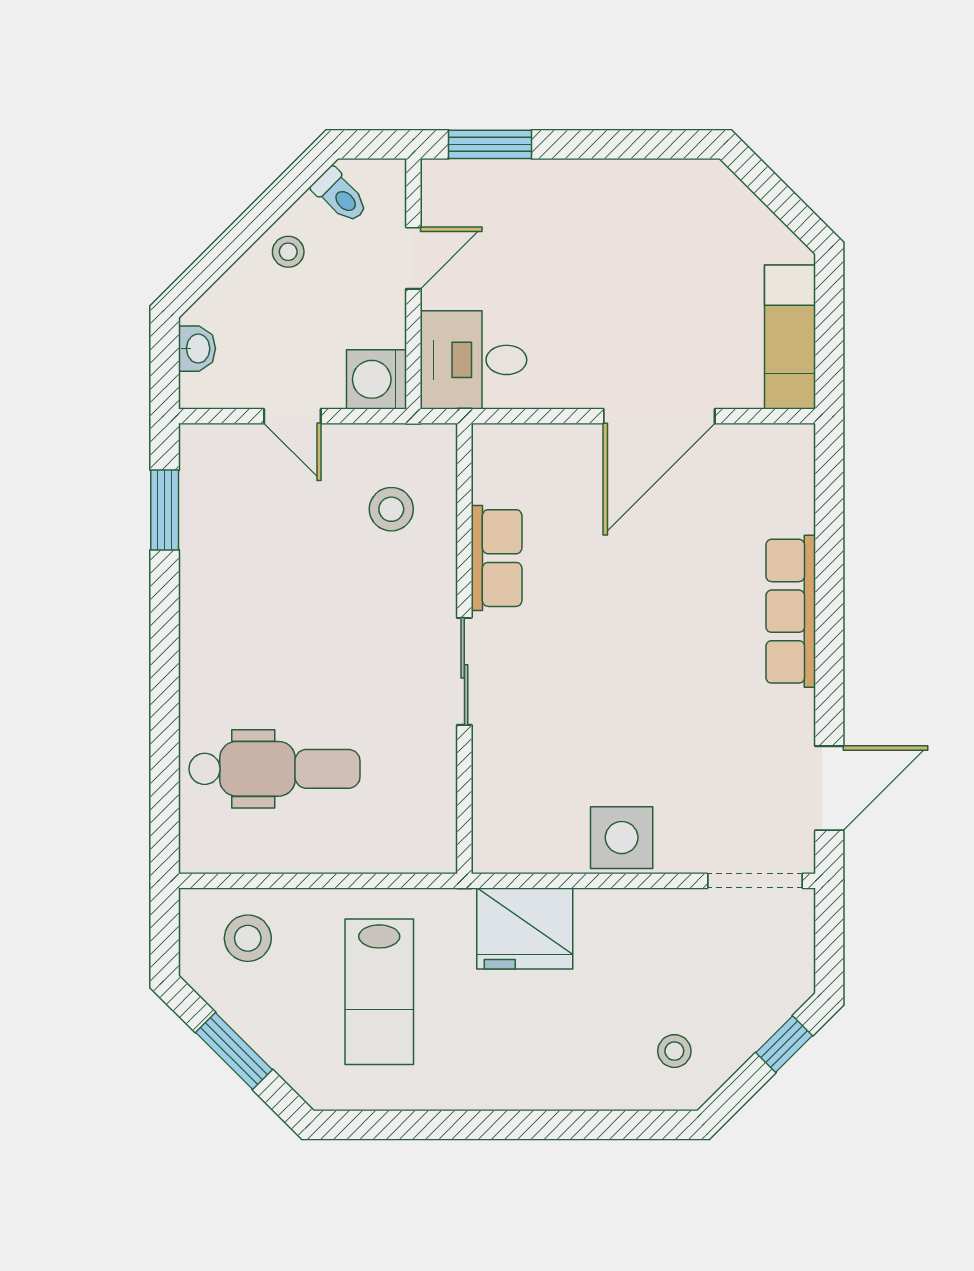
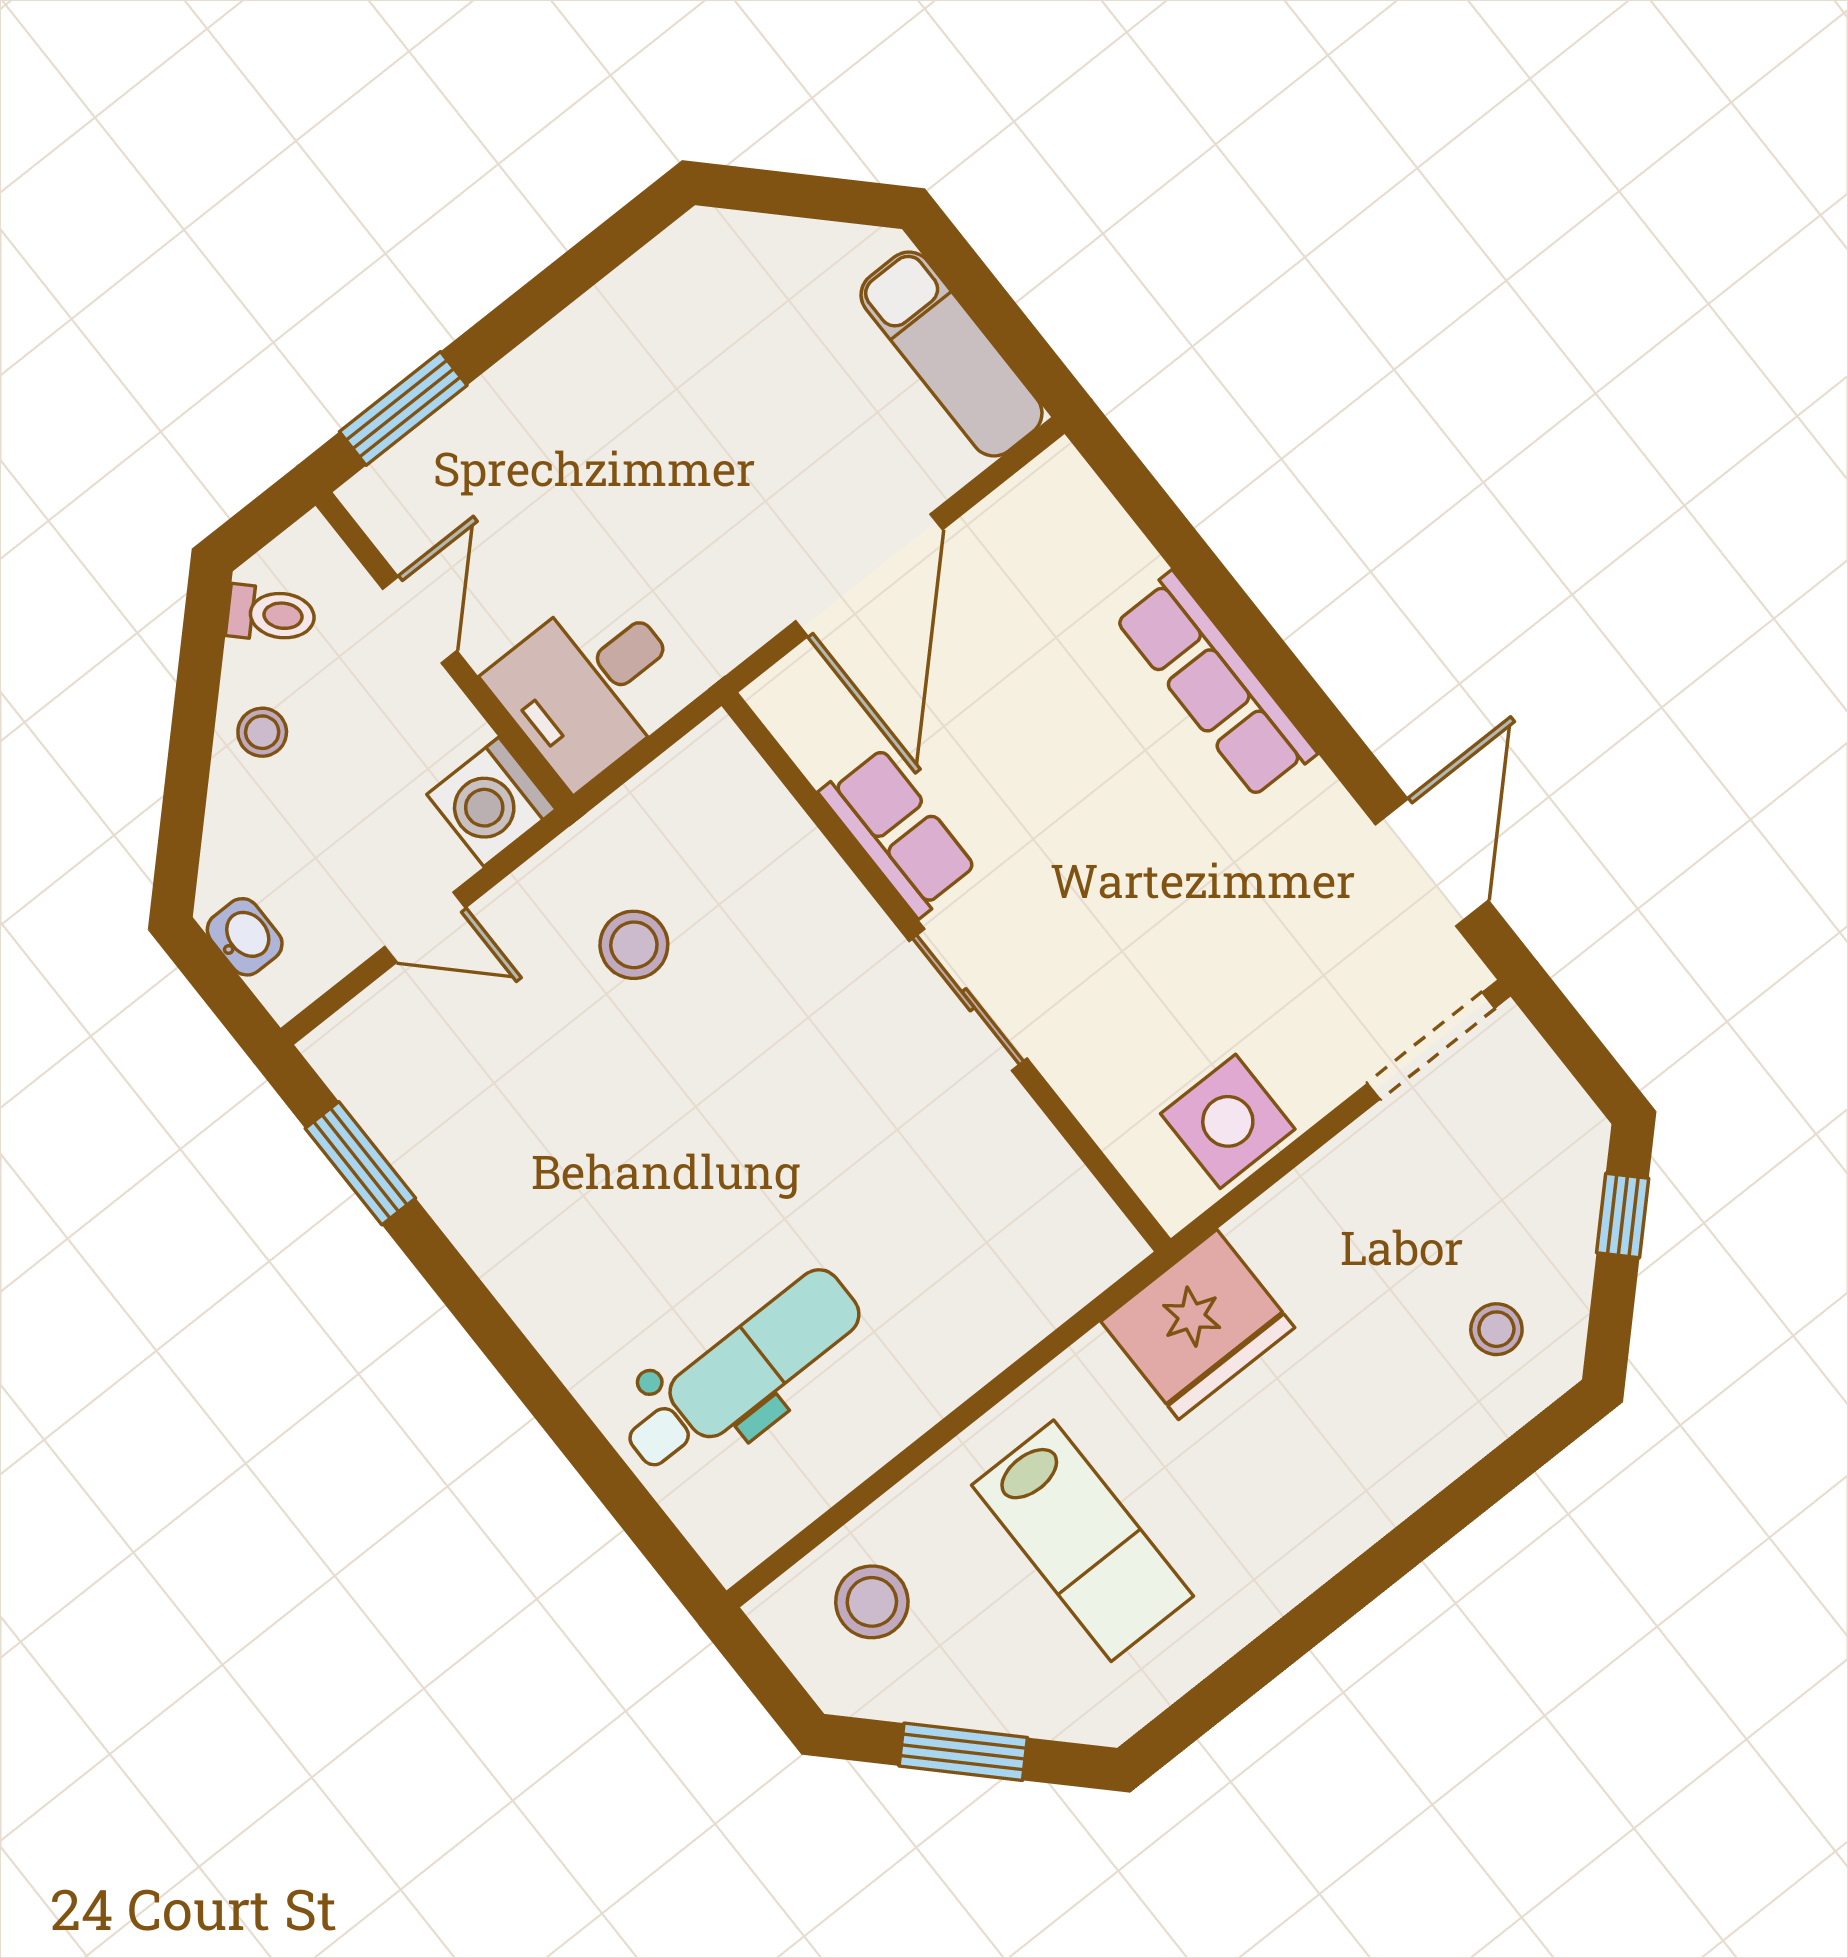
row of seats: (497, 558) -> (898, 832), moved
wall: (464, 649) -> (946, 972), moved
sliding door: (464, 671) -> (968, 1000), moved

